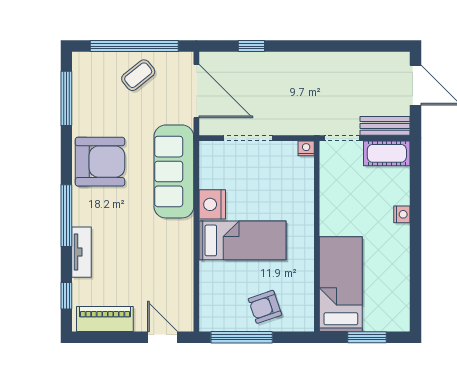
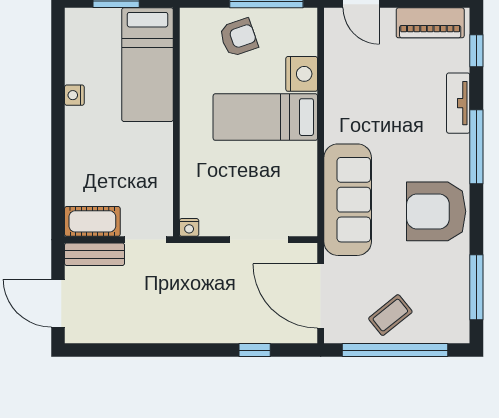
nightstand: (212, 204) -> (302, 74), moved
nightstand: (402, 214) -> (74, 95), moved

